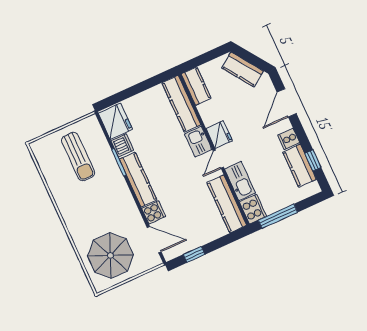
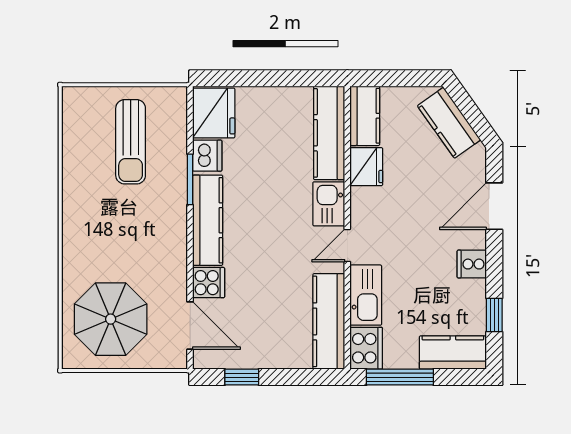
fridge: (219, 135) -> (366, 167), moved
kitchen counter: (300, 166) -> (453, 352), moved, turned 90

